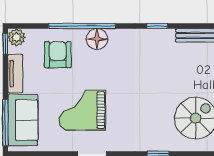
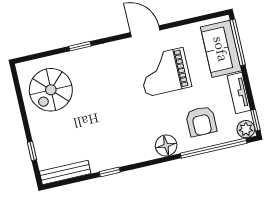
window: (82, 26) -> (214, 148), moved
grand piano: (82, 110) -> (165, 72), turned 180

